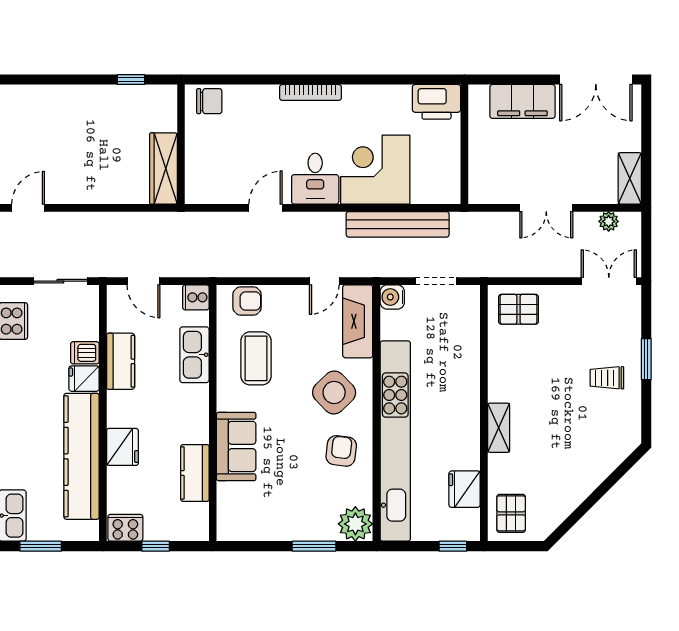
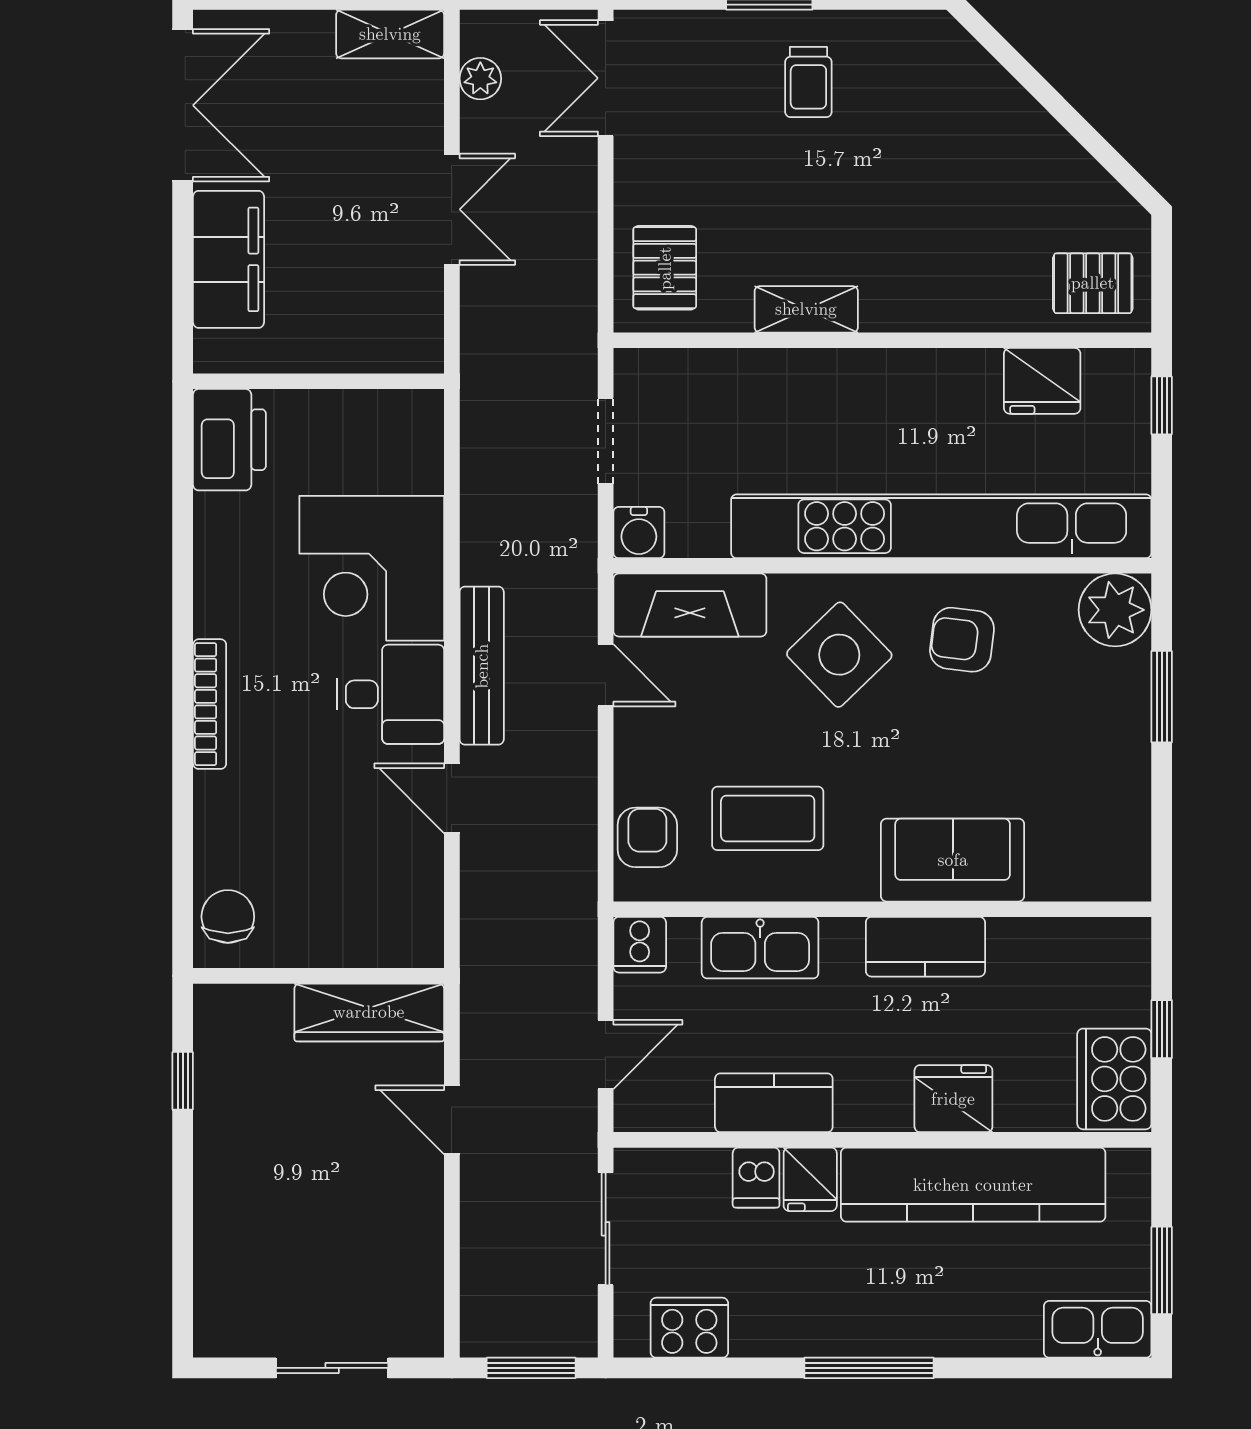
door: (28, 208) -> (452, 1120), moved
bench: (398, 224) -> (482, 666), moved, width x0.73, depth x0.82
shelving: (499, 428) -> (806, 309), moved
kitchen counter: (195, 473) -> (925, 947), moved
cooker: (125, 528) -> (1114, 1079), width x1.37, depth x1.31

